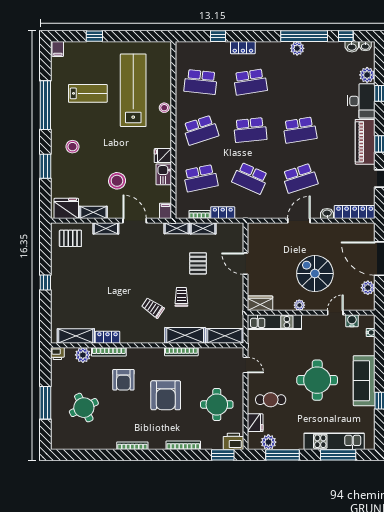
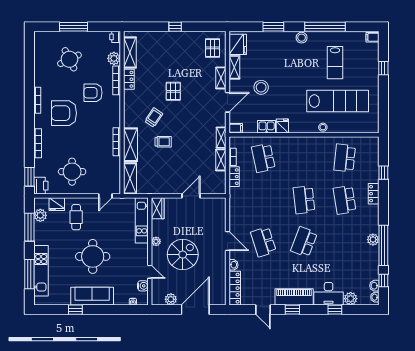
school desk: (201, 130) -> (304, 158), removed
school desk: (300, 130) -> (304, 242), turned 30
stool: (72, 147) -> (302, 38), moved
school desk: (250, 178) -> (263, 200), removed
pallet: (198, 263) -> (173, 91), moved, turned 90
armchair: (166, 395) -> (64, 113), moved

